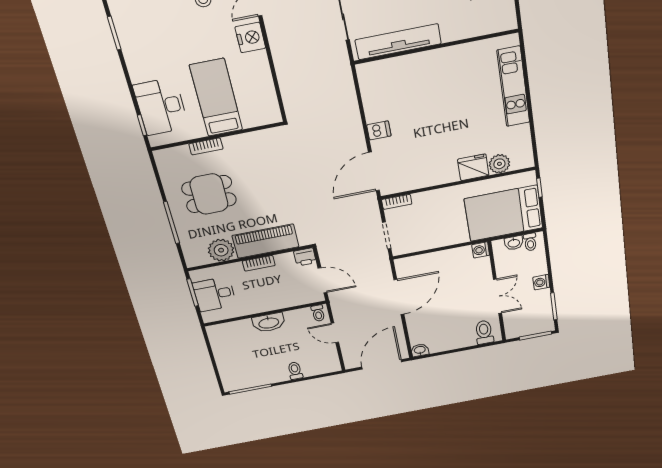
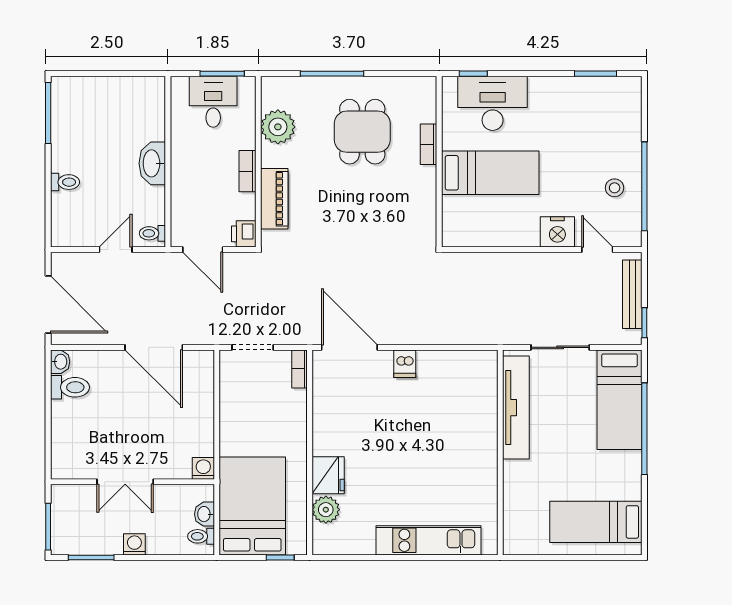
piano: (265, 241) -> (274, 199), width x0.73, depth x0.75
door: (322, 280) -> (203, 250), hinge flipped
toilet: (484, 332) -> (70, 387), moved

